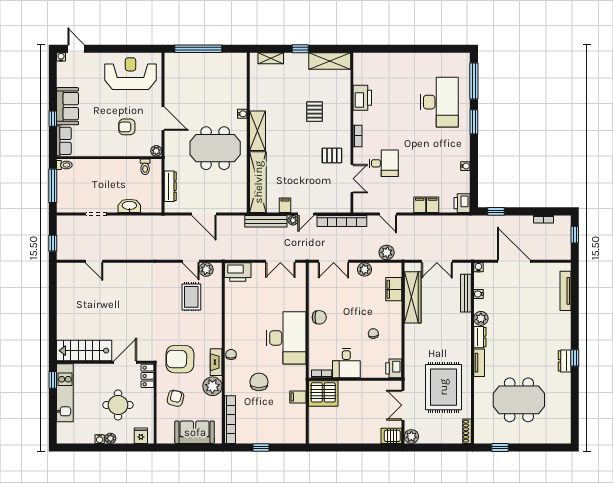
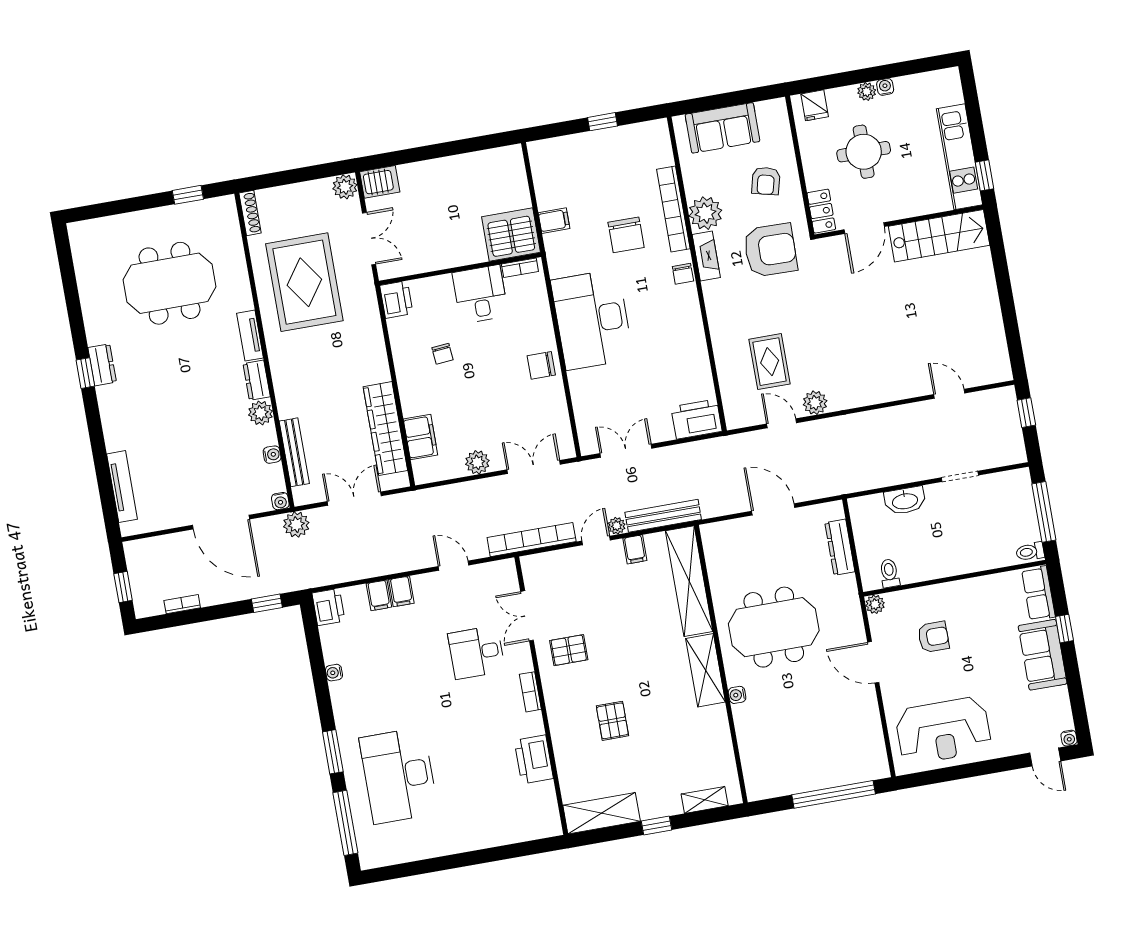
plant: (387, 252) -> (296, 525), moved
plant: (206, 269) -> (815, 403), moved
bookcase: (230, 420) -> (673, 209), moved

